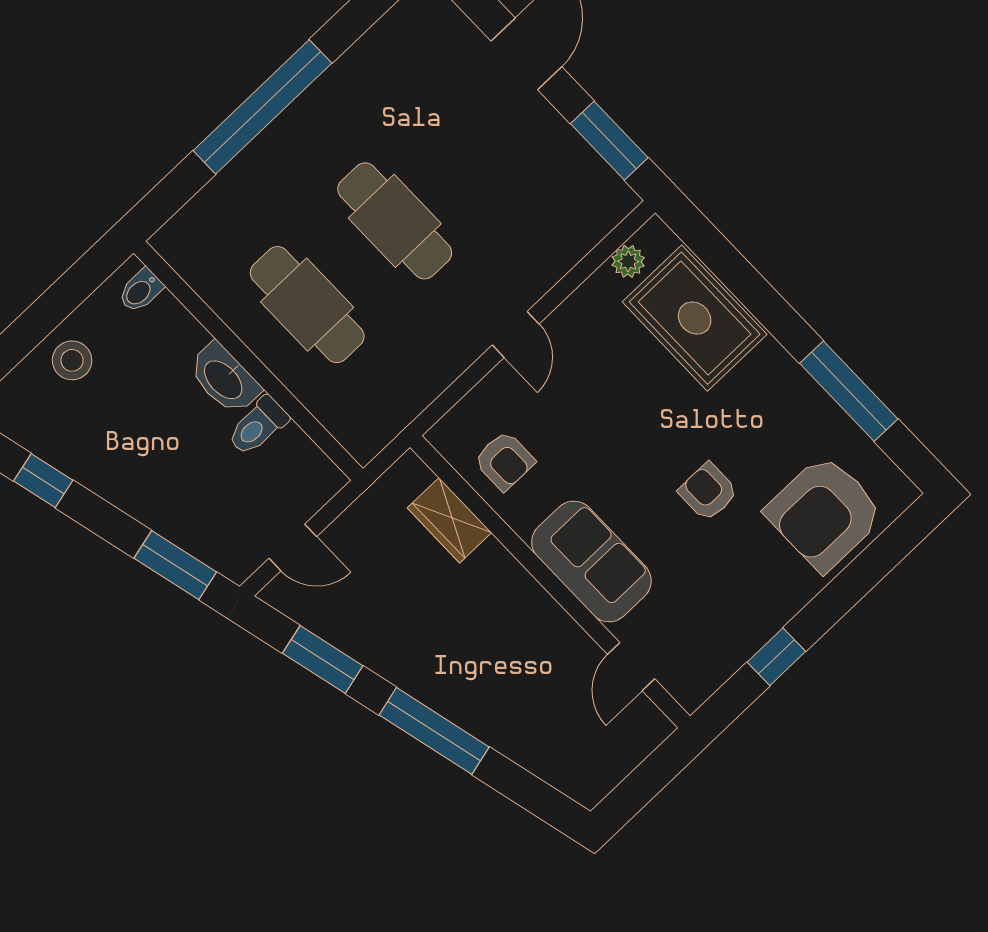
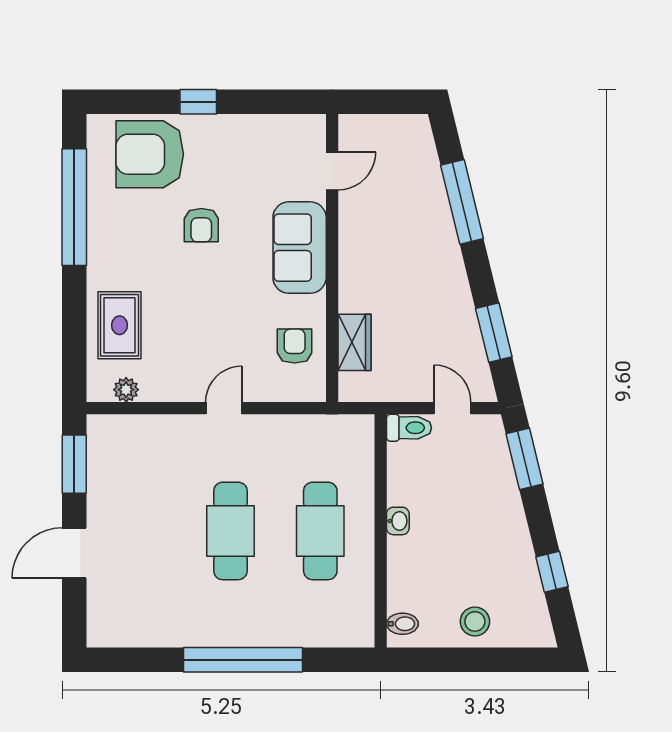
rug: (695, 318) -> (120, 325), width x0.73, depth x0.70
washbasin: (224, 379) -> (398, 521), width x0.52, depth x0.69
window: (849, 391) -> (74, 207), width x1.46
toilet: (258, 426) -> (409, 428), moved
armchair: (825, 513) -> (150, 154), turned 180
window: (776, 657) -> (198, 102), moved
window: (434, 731) -> (462, 202), moved

